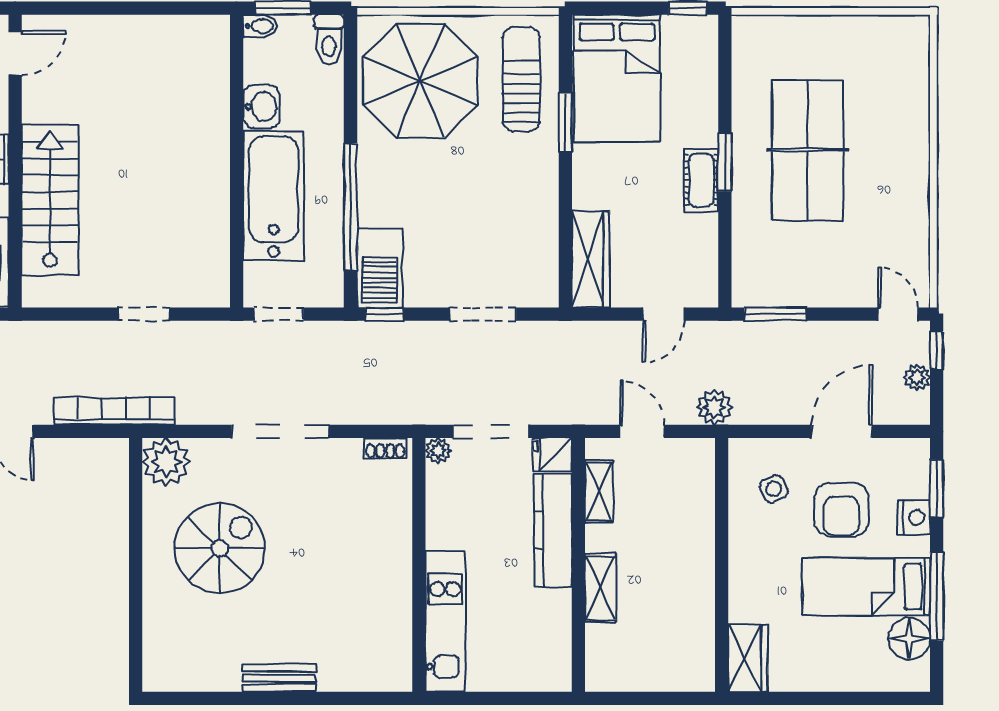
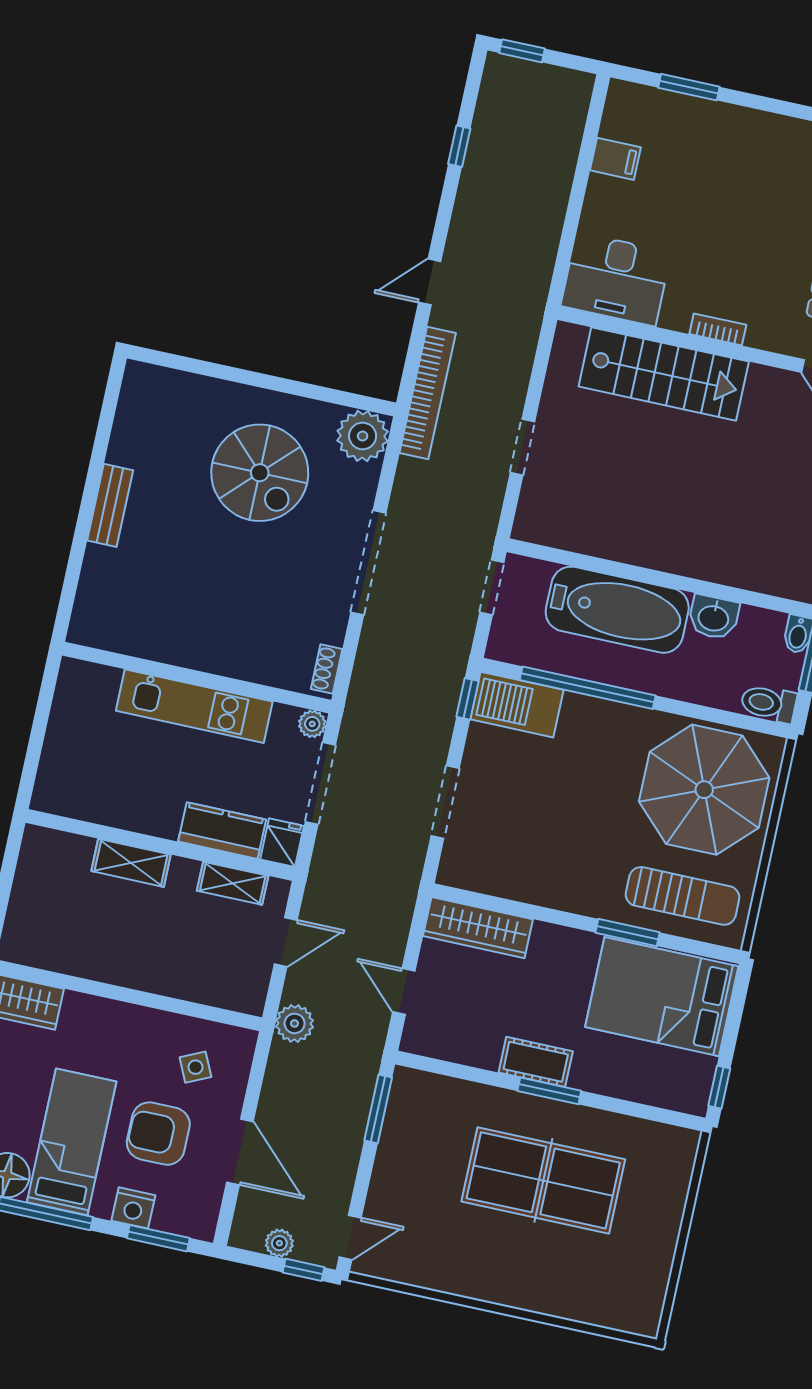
kitchen counter: (553, 530) -> (222, 831), width x0.67
kitchen unit: (445, 621) -> (194, 706), moved

